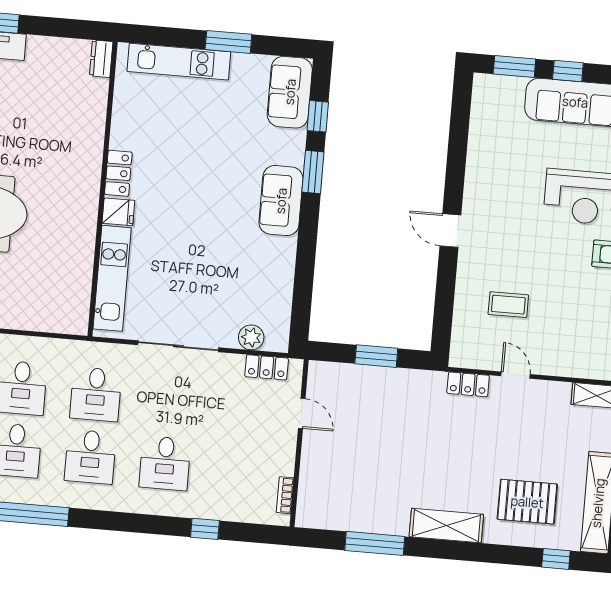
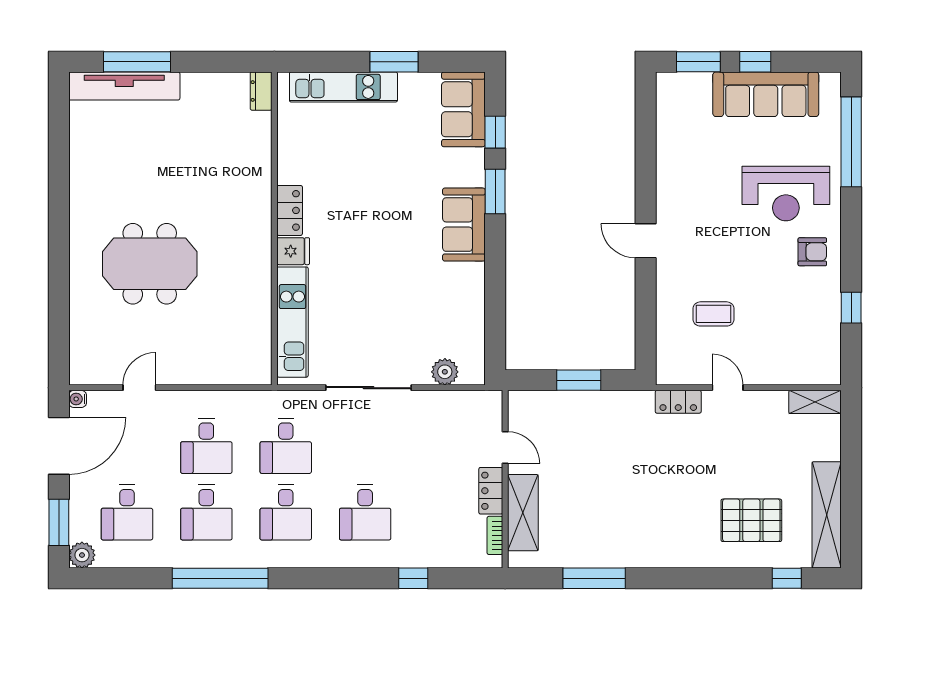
locker: (267, 367) -> (491, 491), moved, turned 90
shelving: (446, 526) -> (523, 513), moved, turned 90

